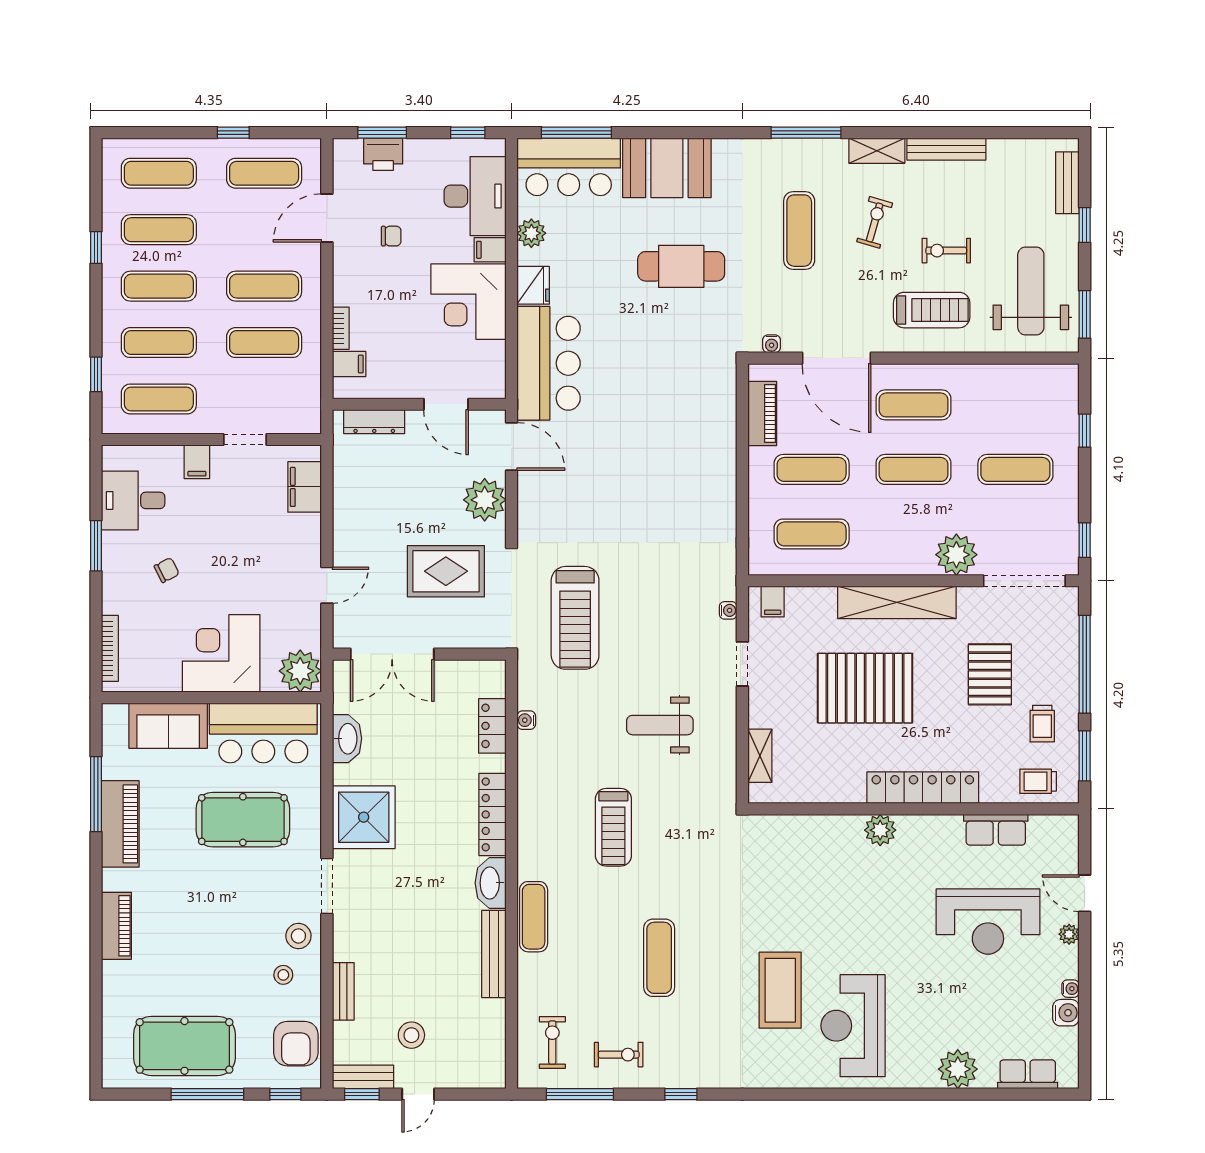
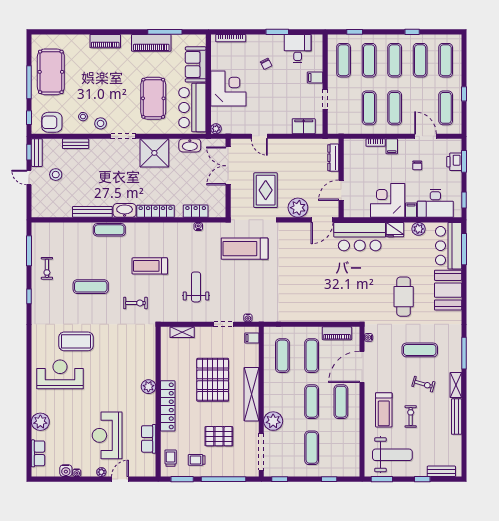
filing cabinet: (349, 364) -> (392, 146), moved
plant: (300, 671) -> (216, 129), width x0.53, depth x0.53
exercise bike: (552, 1042) -> (135, 303), moved

